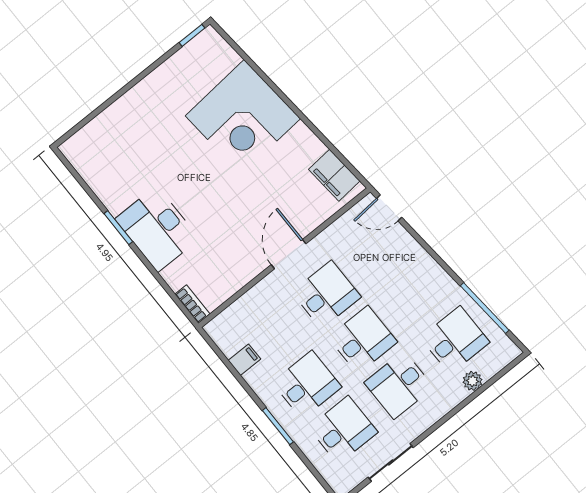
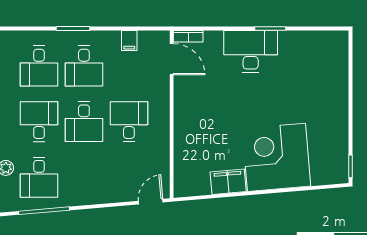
filing cabinet: (334, 175) -> (228, 182), moved
door: (289, 254) -> (172, 59), moved
desk: (326, 295) -> (129, 122), turned 180

